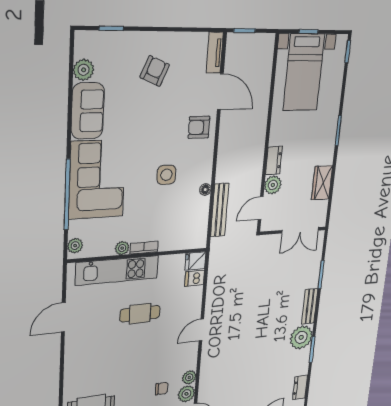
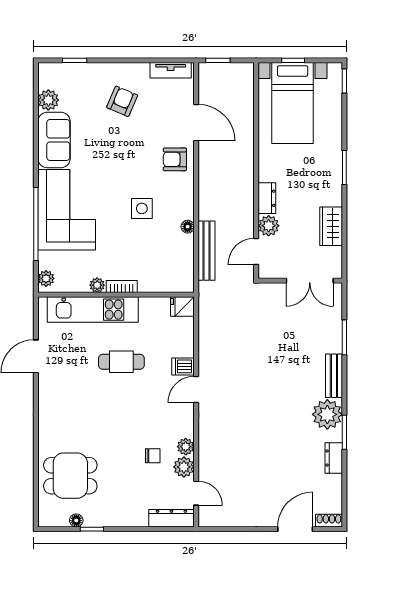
tv unit: (215, 53) -> (171, 70), moved, turned -90
dishwasher: (195, 278) -> (183, 366), moved
dresser: (300, 387) -> (334, 458), moved

